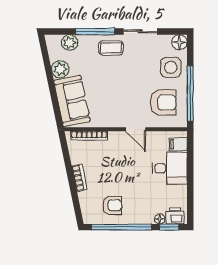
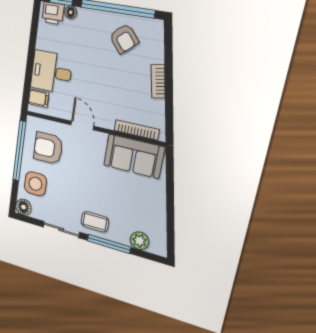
plant: (60, 69) -> (156, 215), removed
sofa: (72, 101) -> (134, 156), moved, turned -78
armchair: (112, 205) -> (124, 39), turned -131

